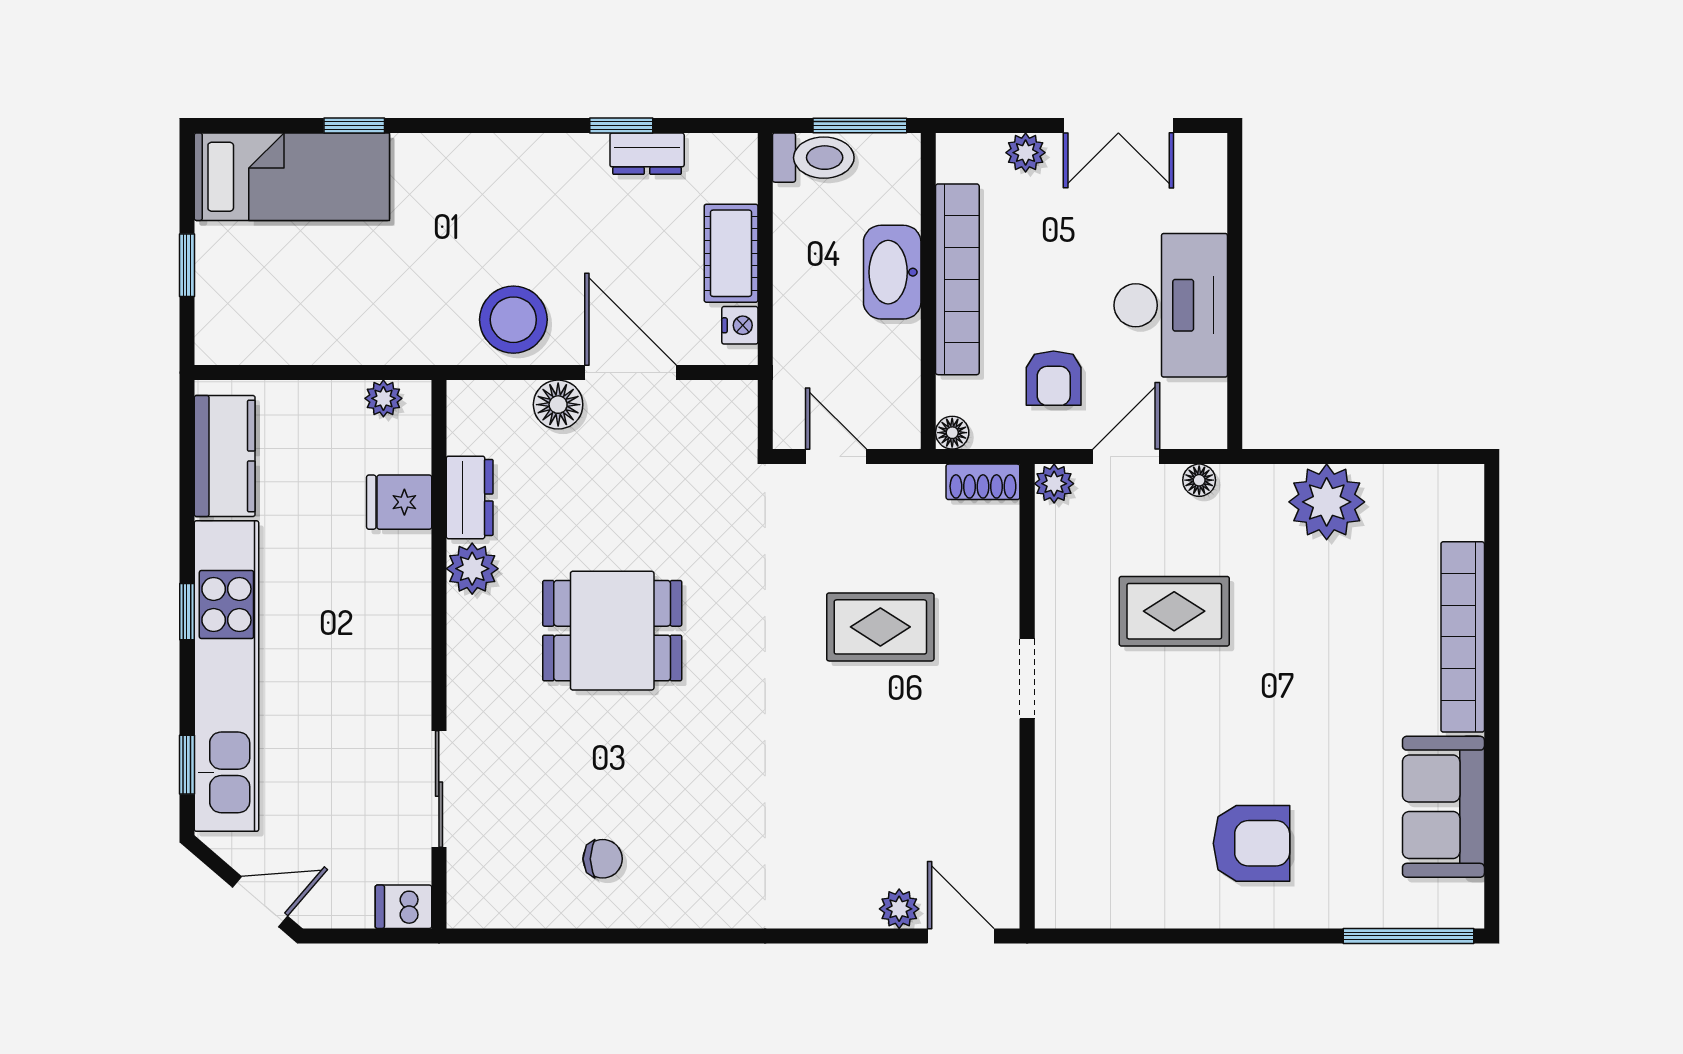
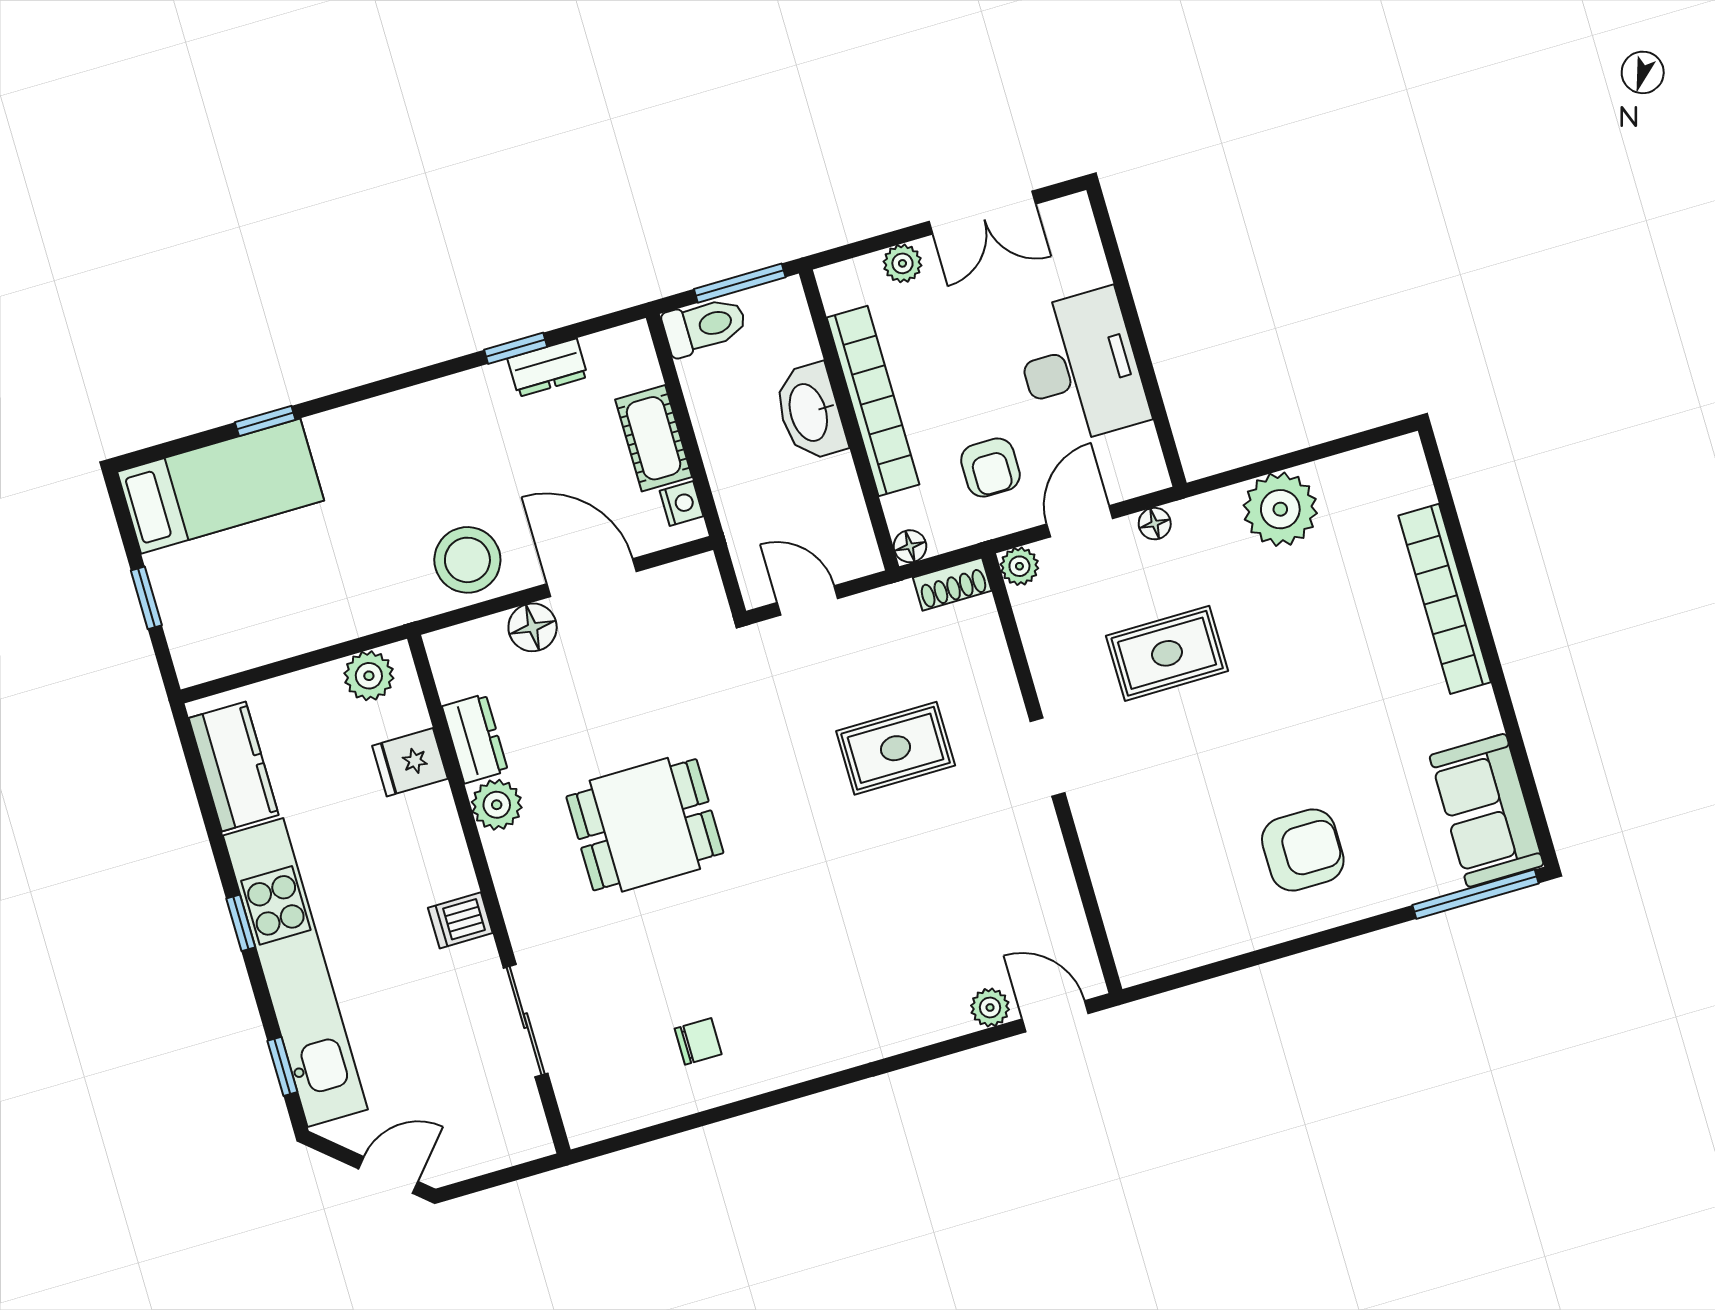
plant: (383, 398) -> (369, 676), width x1.38, depth x1.38
sofa: (1443, 807) -> (1487, 810), moved
dishwasher: (403, 907) -> (460, 920), moved

